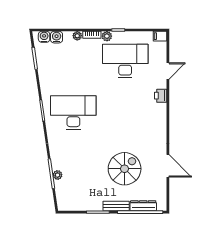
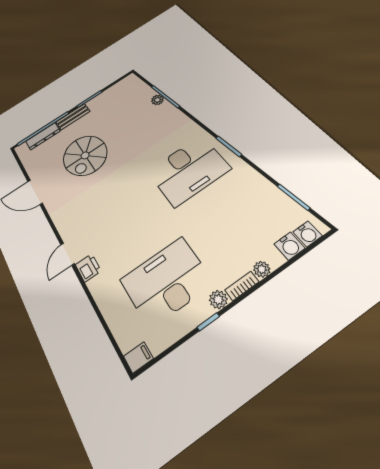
desk: (125, 61) -> (166, 281), turned 180
door: (168, 71) -> (67, 254), moved

